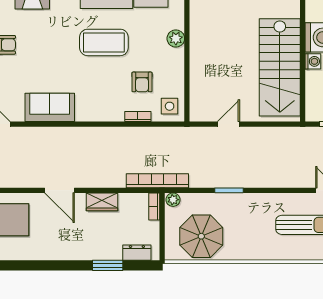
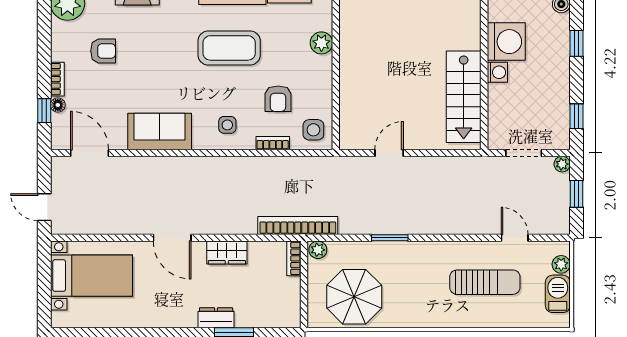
stairs: (280, 67) -> (464, 97), width x0.73, depth x0.66
side table: (102, 102) -> (227, 125), added
dresser: (137, 253) -> (216, 318), moved

